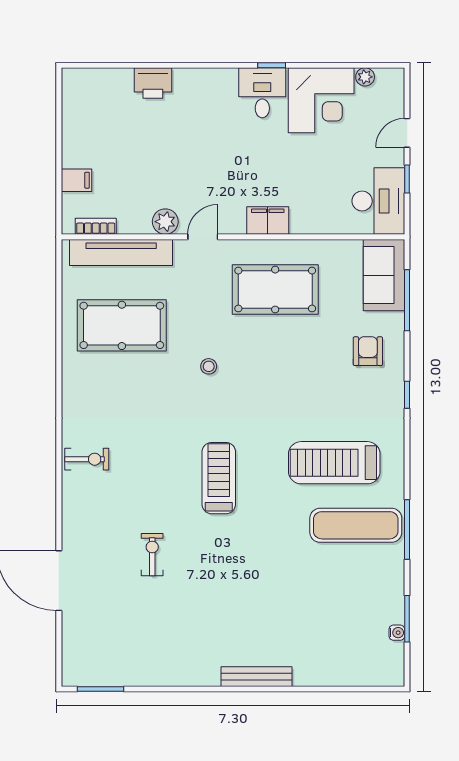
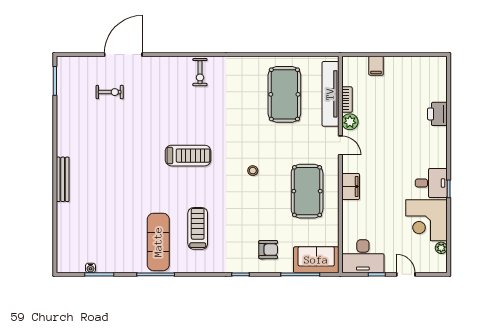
bookcase: (96, 226) -> (347, 100), moved
stool: (209, 366) -> (253, 171), moved
treadmill: (334, 463) -> (198, 228), width x0.73, depth x0.73
exercise bike: (152, 555) -> (110, 92), moved

